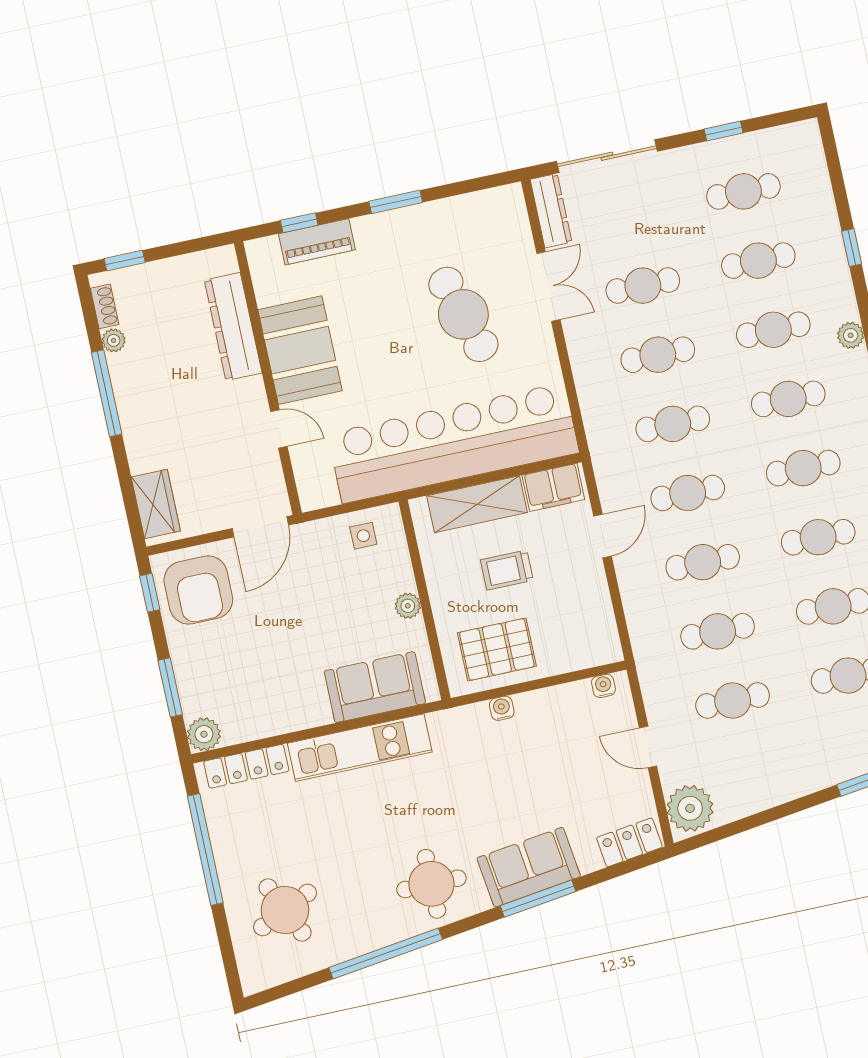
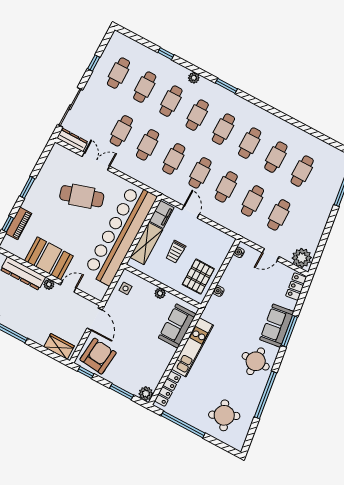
plant: (253, 390) -> (49, 284), added
armchair: (198, 590) -> (98, 356), turned -84

